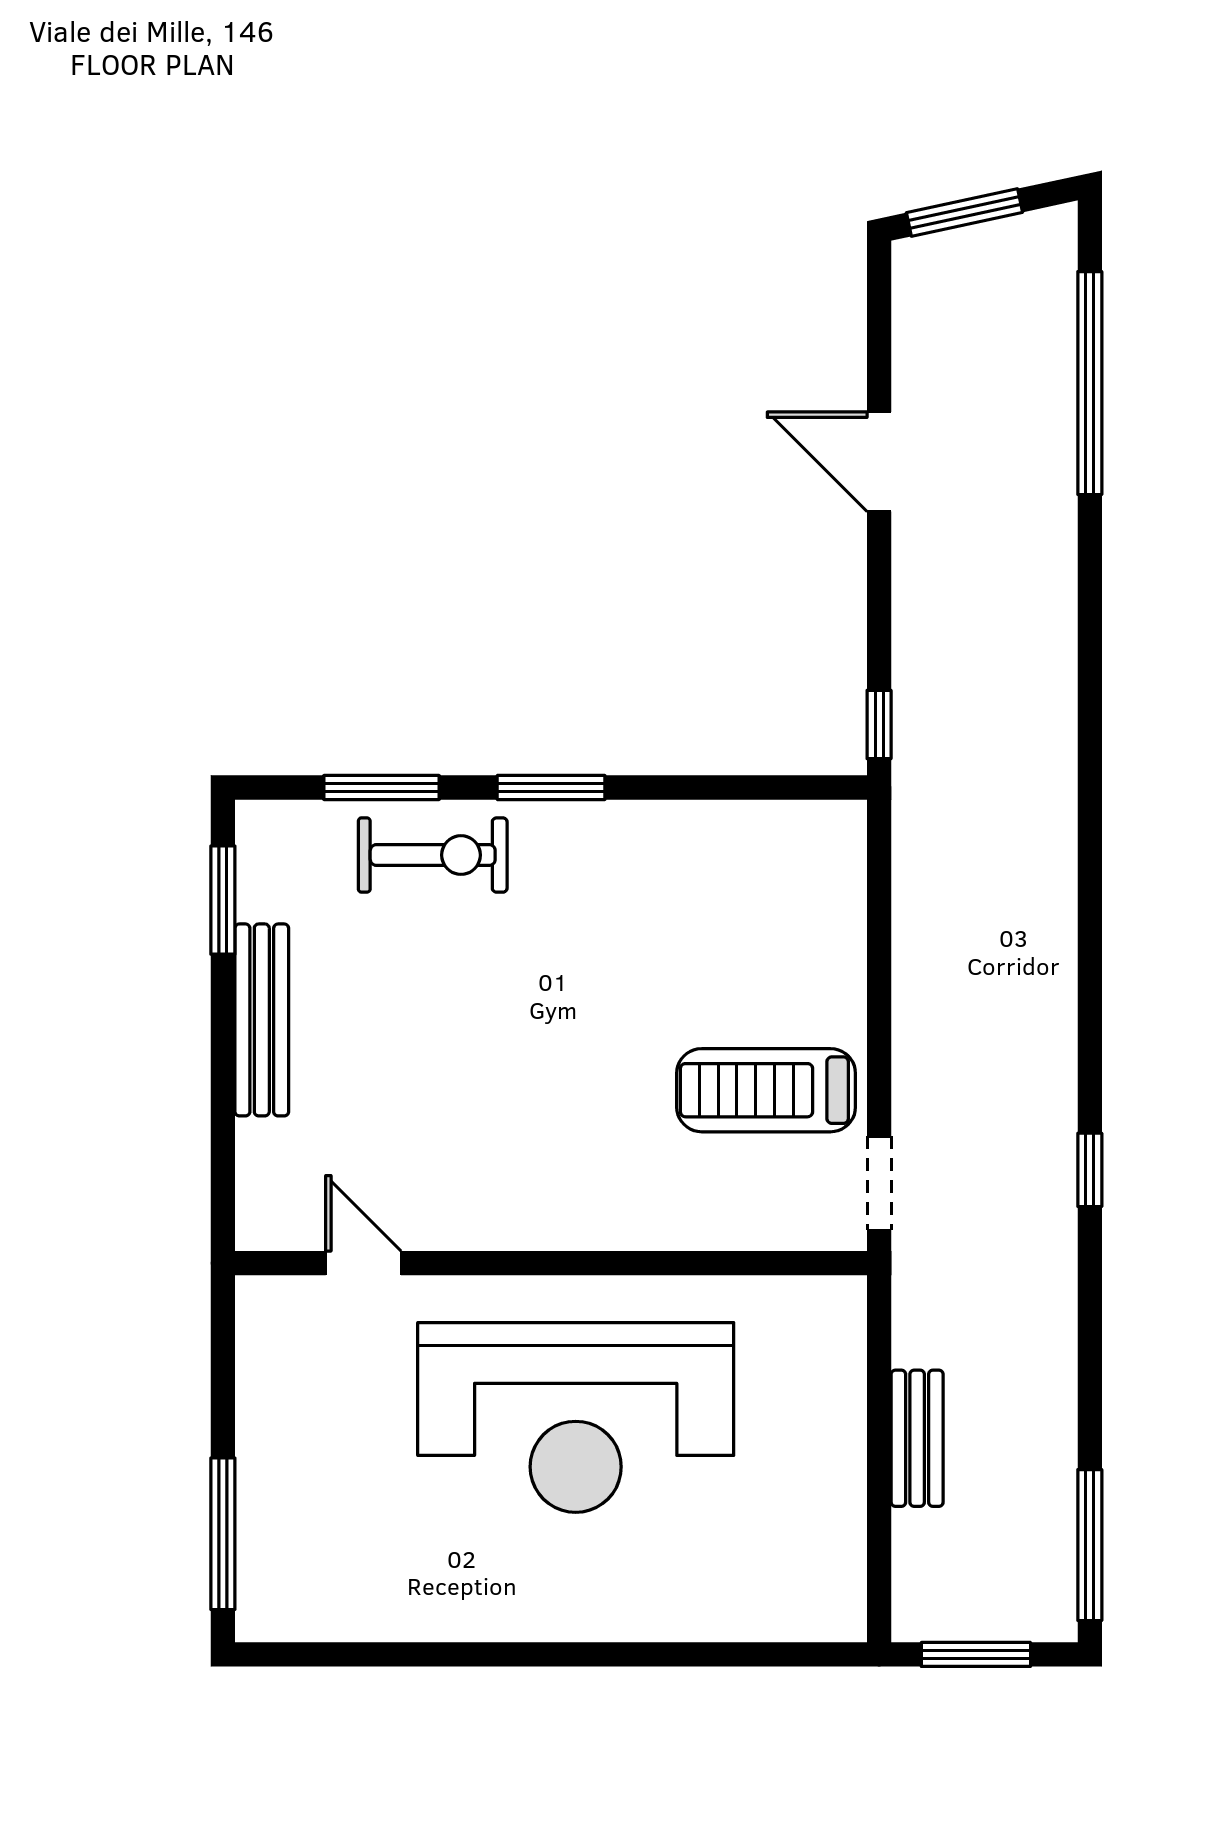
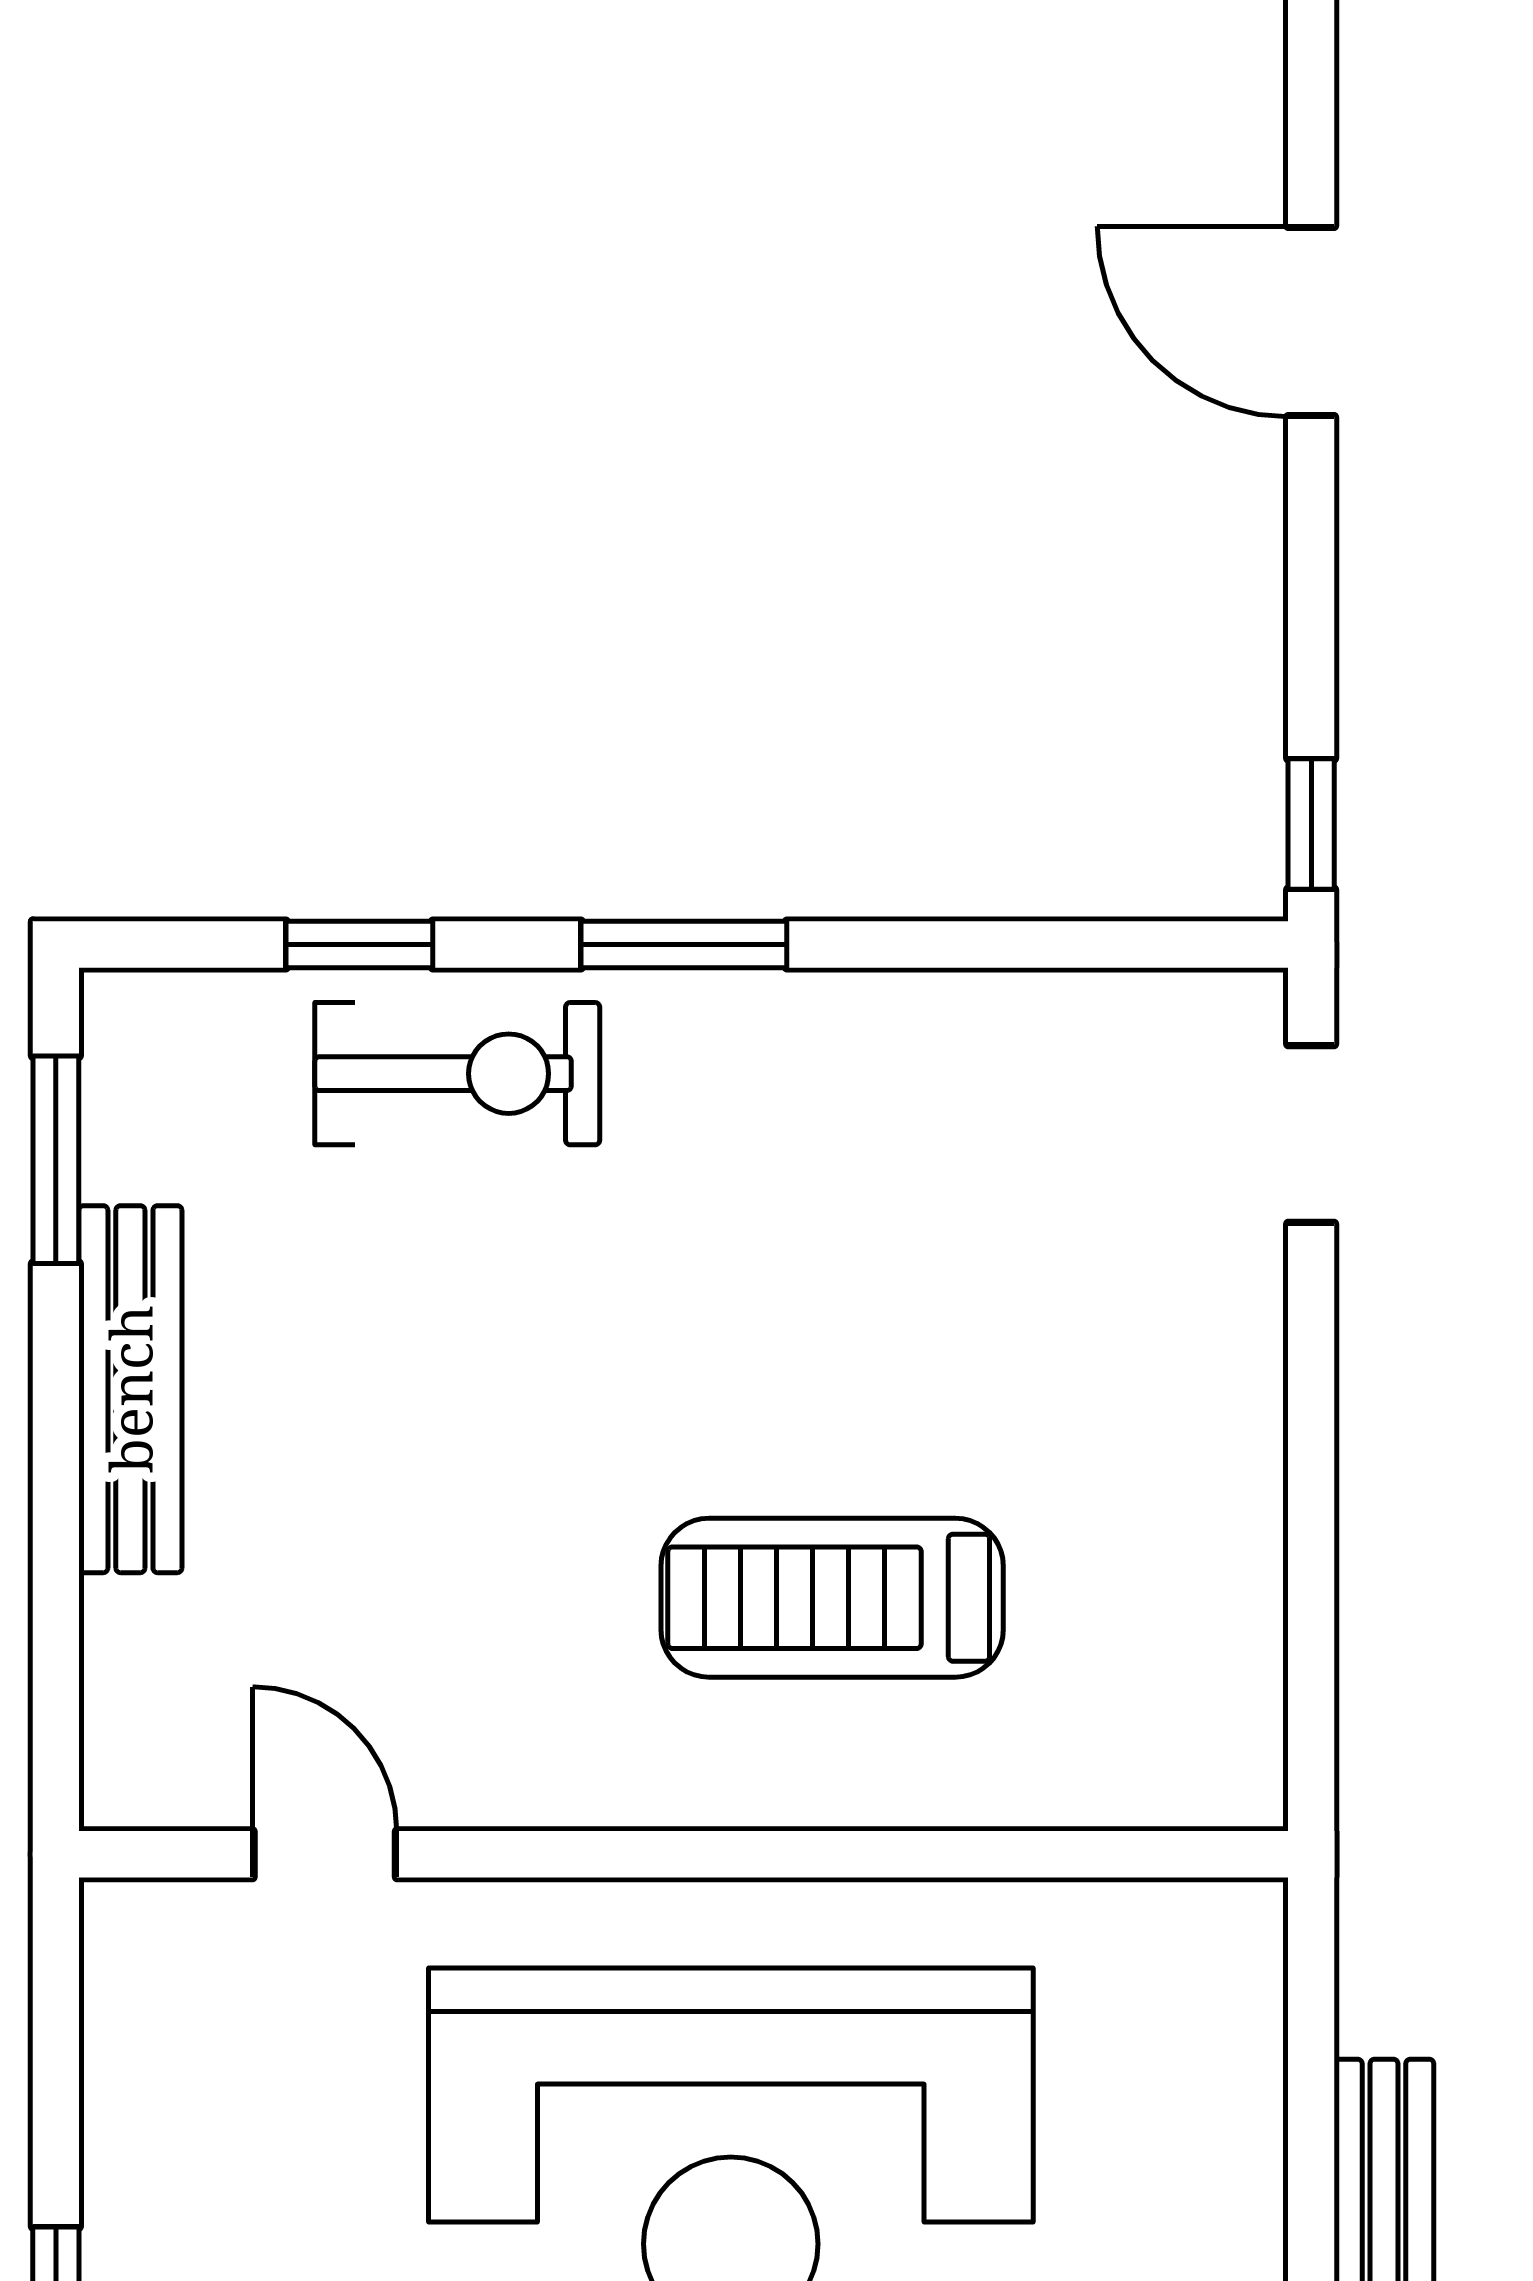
window: (381, 787) -> (359, 944), width x0.67
treadmill: (766, 1090) -> (832, 1598), moved
doorway: (879, 1183) -> (1311, 1134), moved

